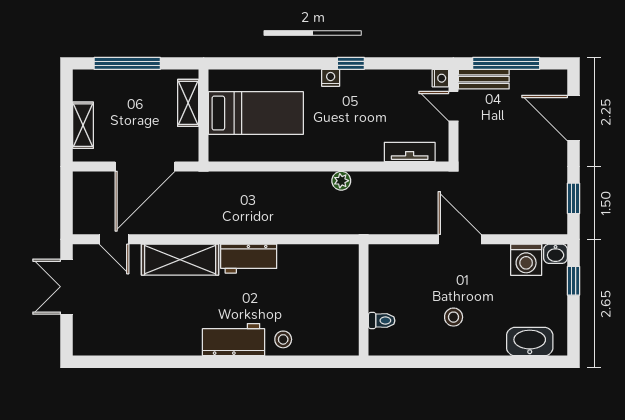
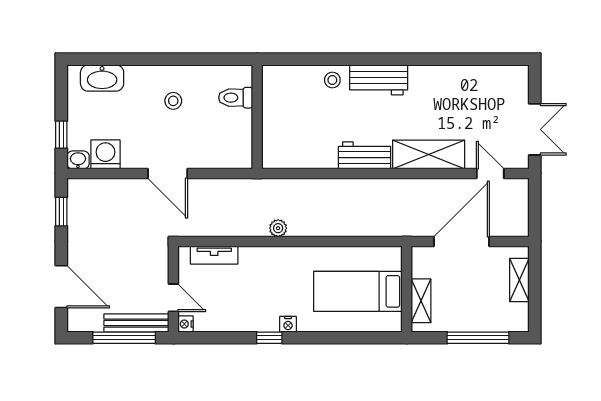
bench: (484, 79) -> (136, 323), width x1.36
toilet: (382, 321) -> (236, 98), width x1.37, depth x1.39

